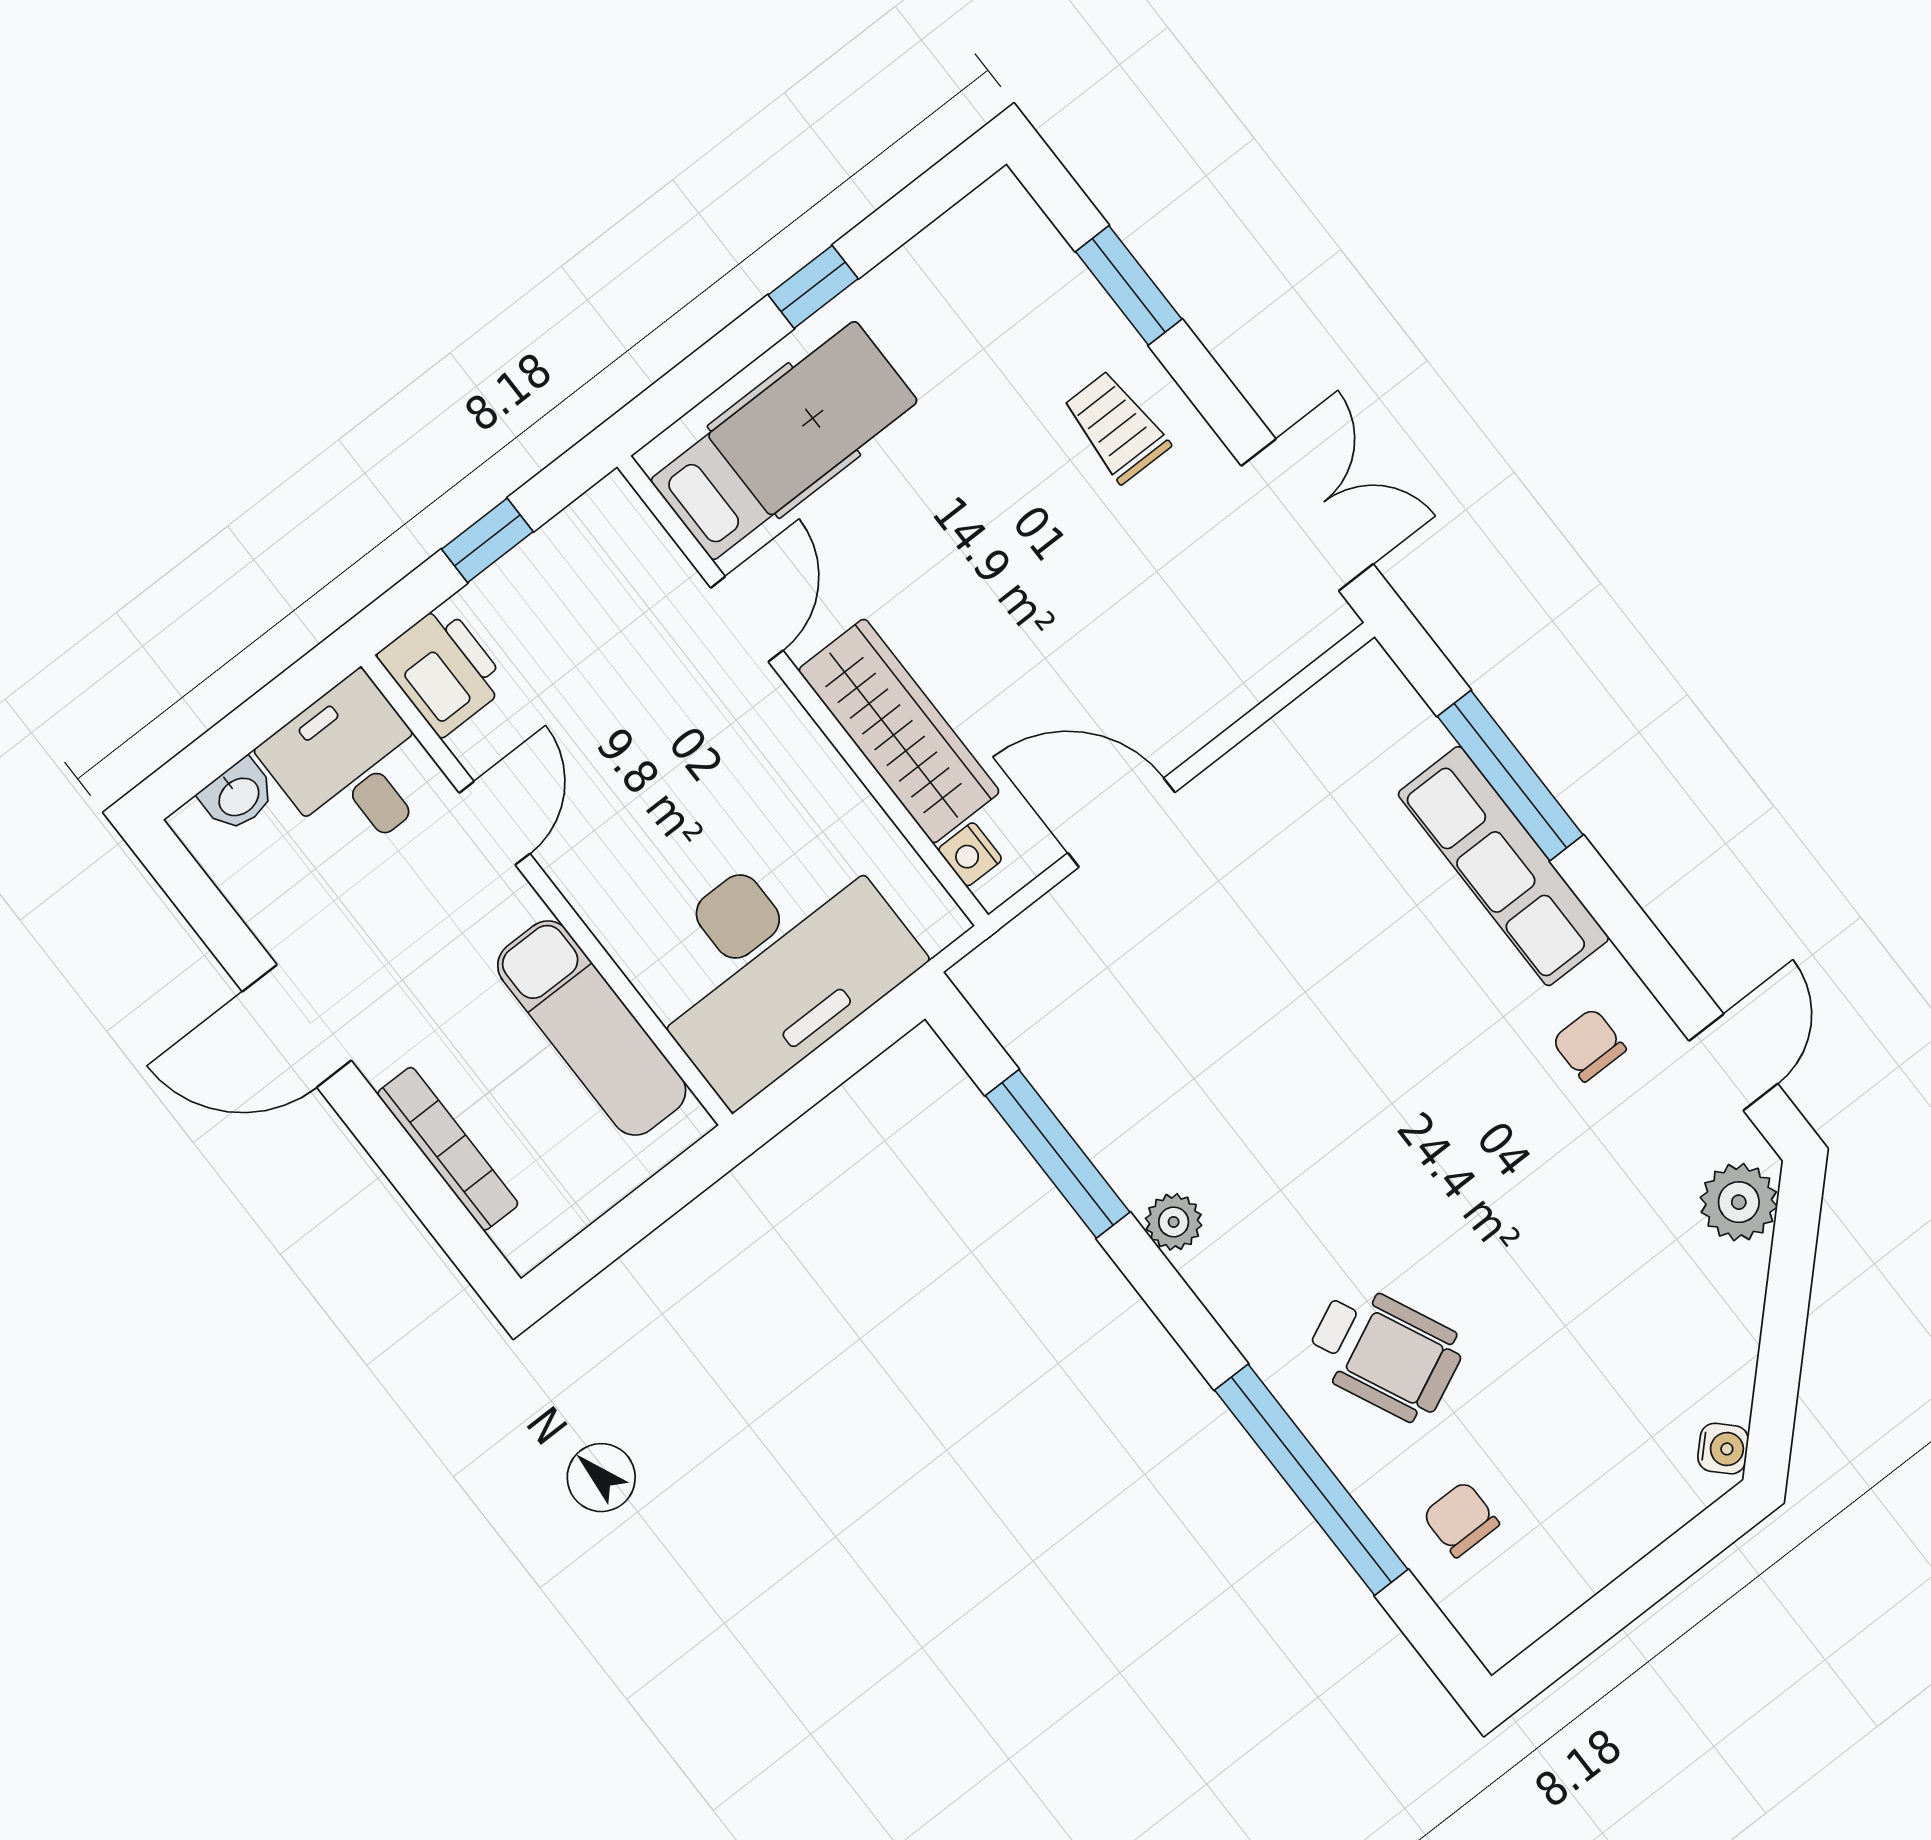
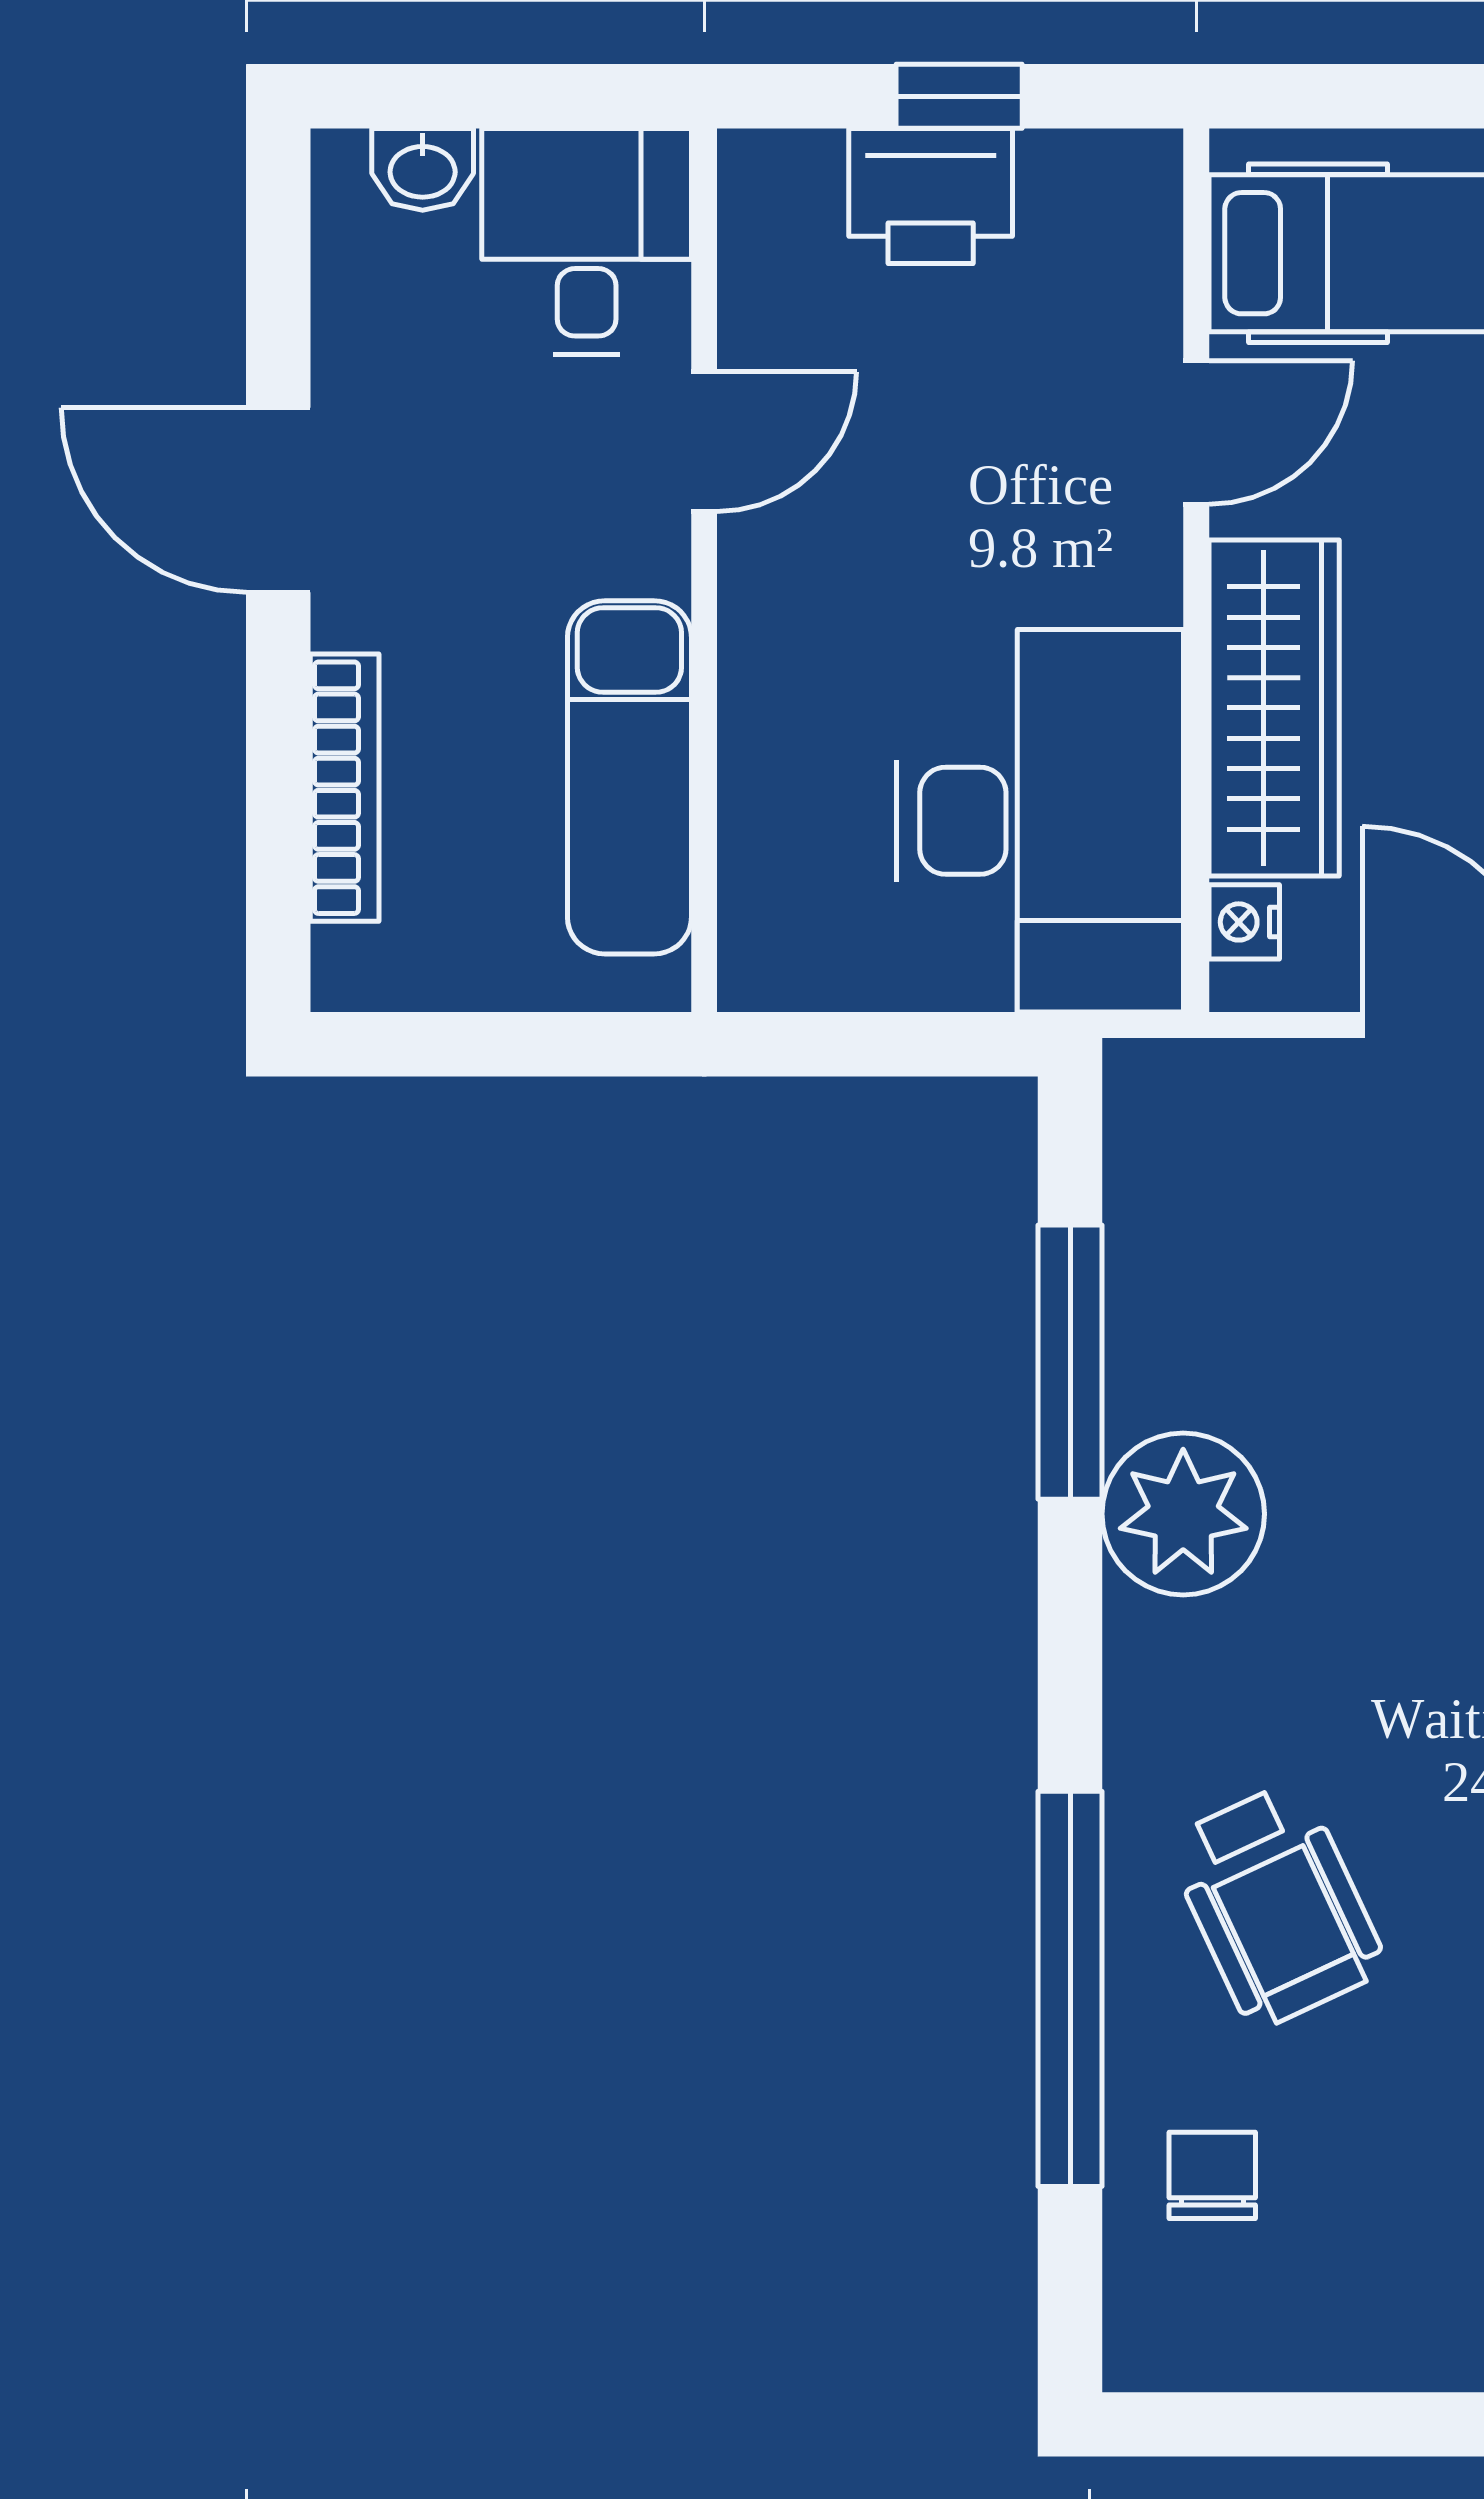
printer: (443, 670) -> (931, 196), moved, turned 90
desk: (774, 963) -> (1040, 821), moved, turned -90
plant: (1174, 1222) -> (1183, 1514), width x1.87, depth x1.87

